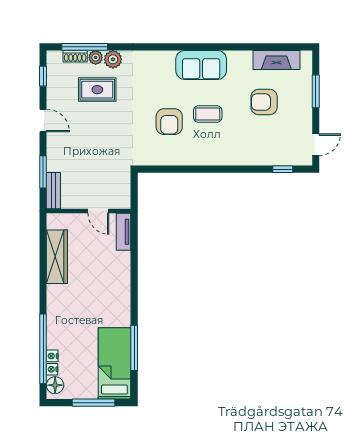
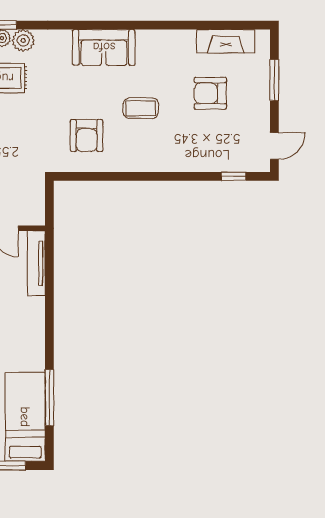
sofa: (201, 65) -> (104, 47), moved
armchair: (169, 122) -> (87, 136), moved
tv unit: (123, 232) -> (36, 263), width x1.41

